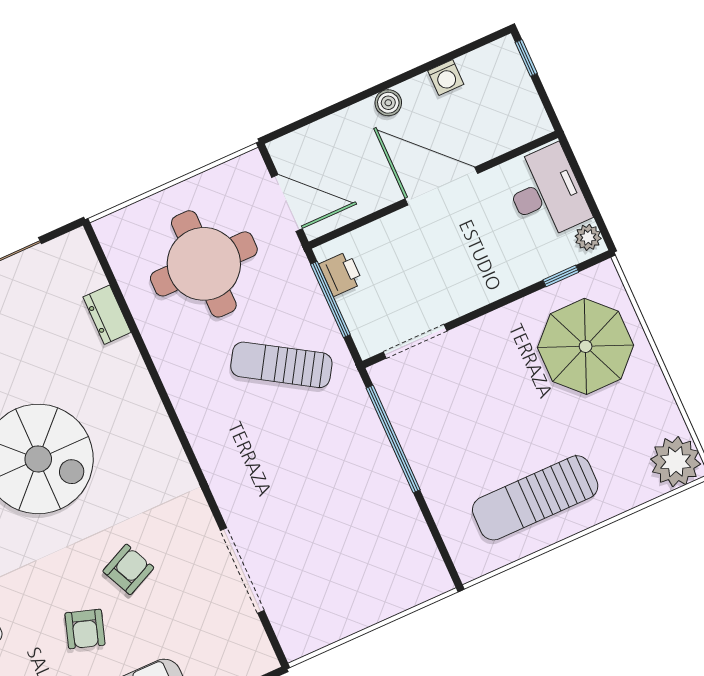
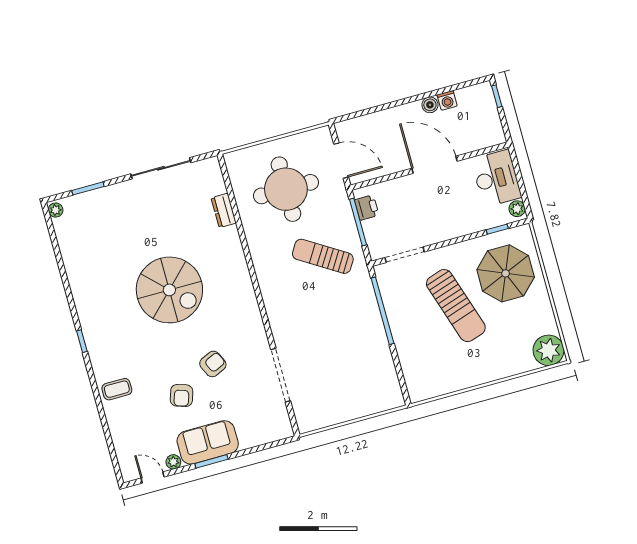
boiler: (388, 103) -> (430, 105), moved
sun lounger: (535, 498) -> (456, 306), moved, turned -108

